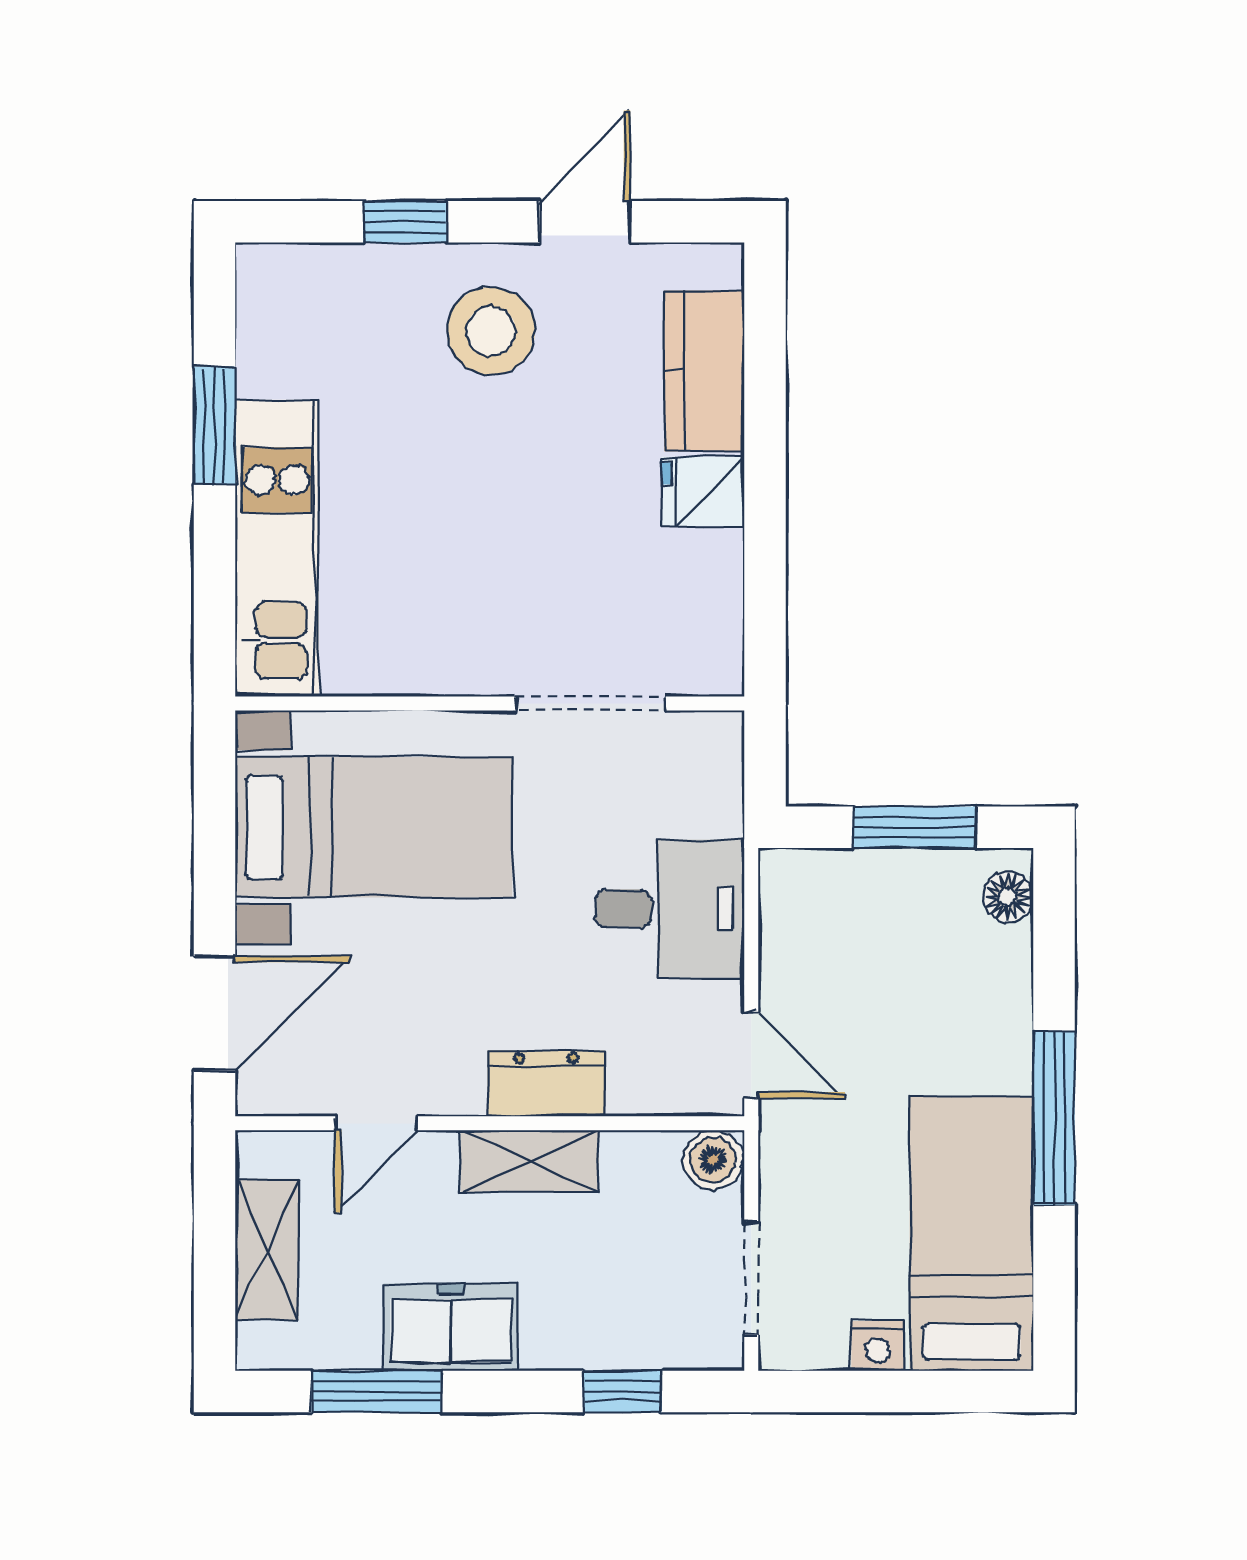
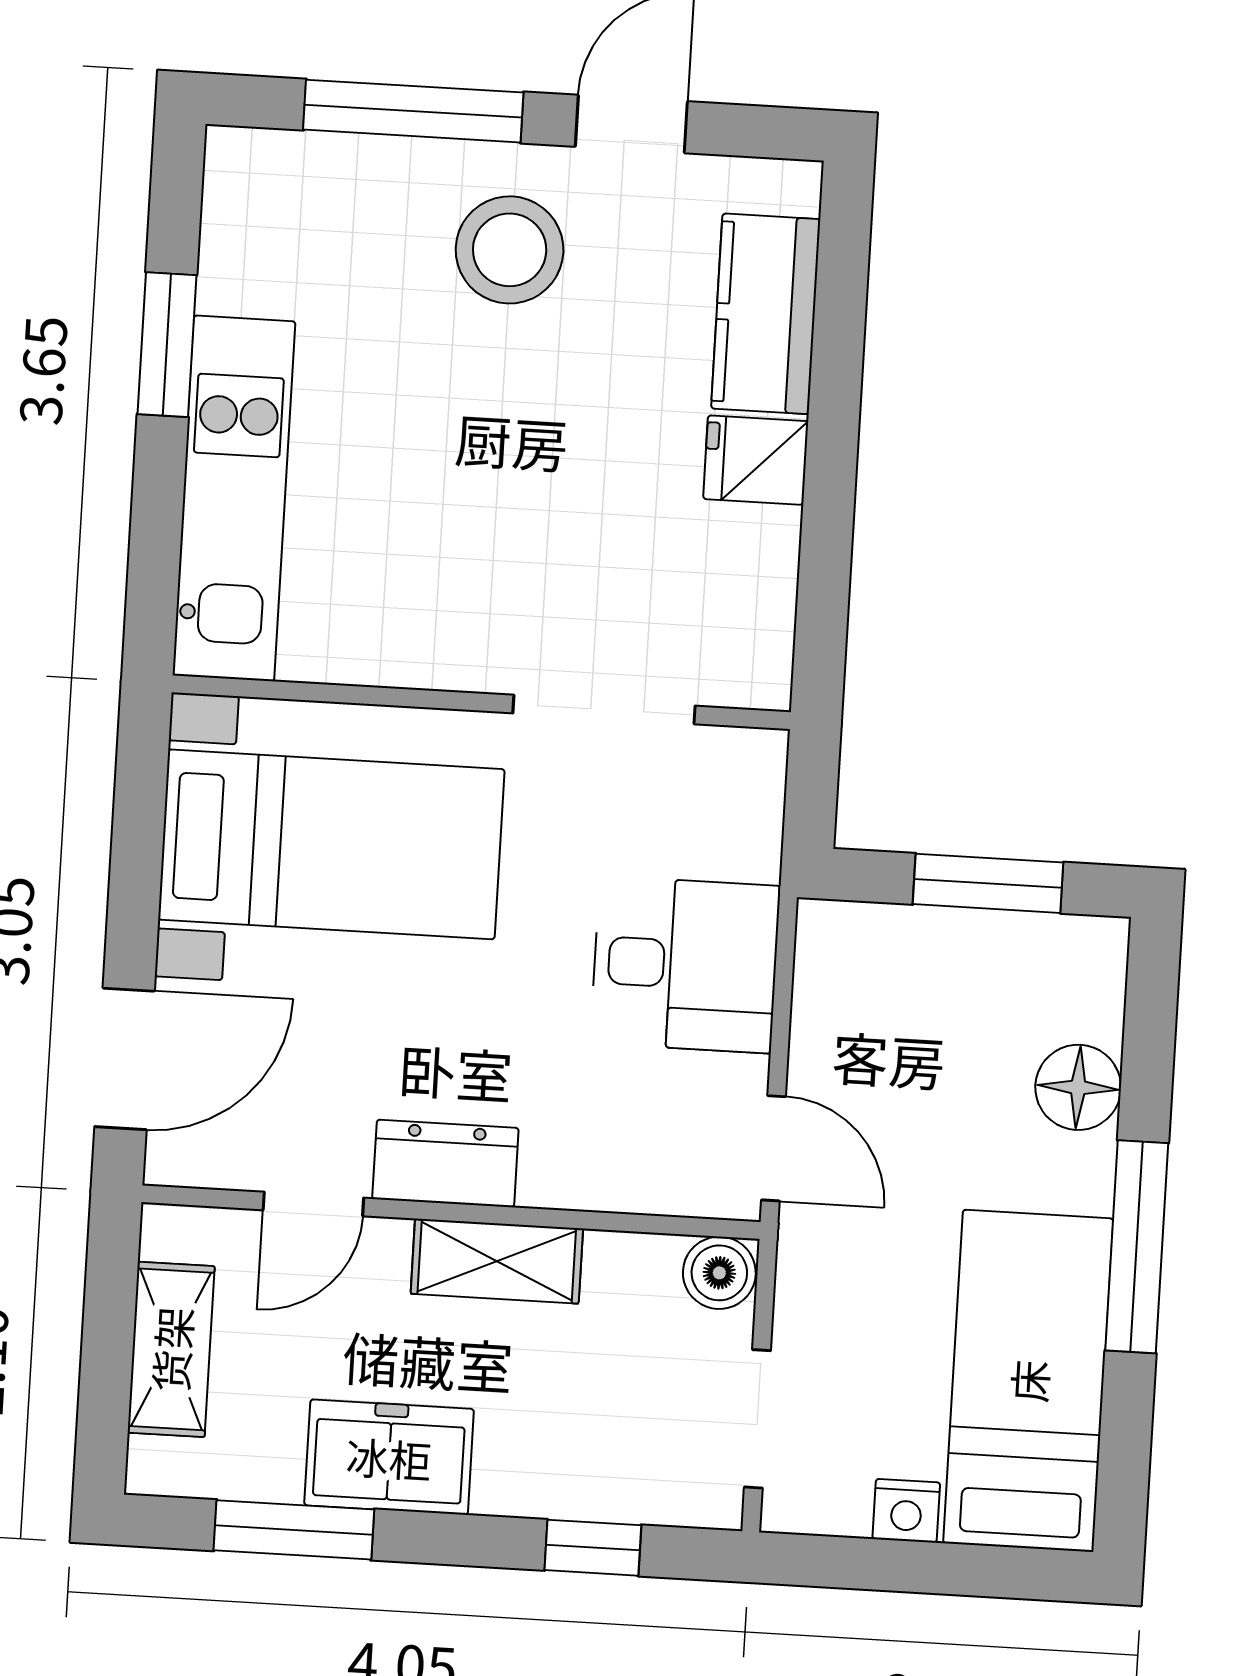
window: (405, 222) -> (413, 111), width x2.17
floor lamp: (1008, 897) -> (1078, 1087), moved, width x1.37, depth x1.37
dresser: (546, 1083) -> (445, 1163), moved

